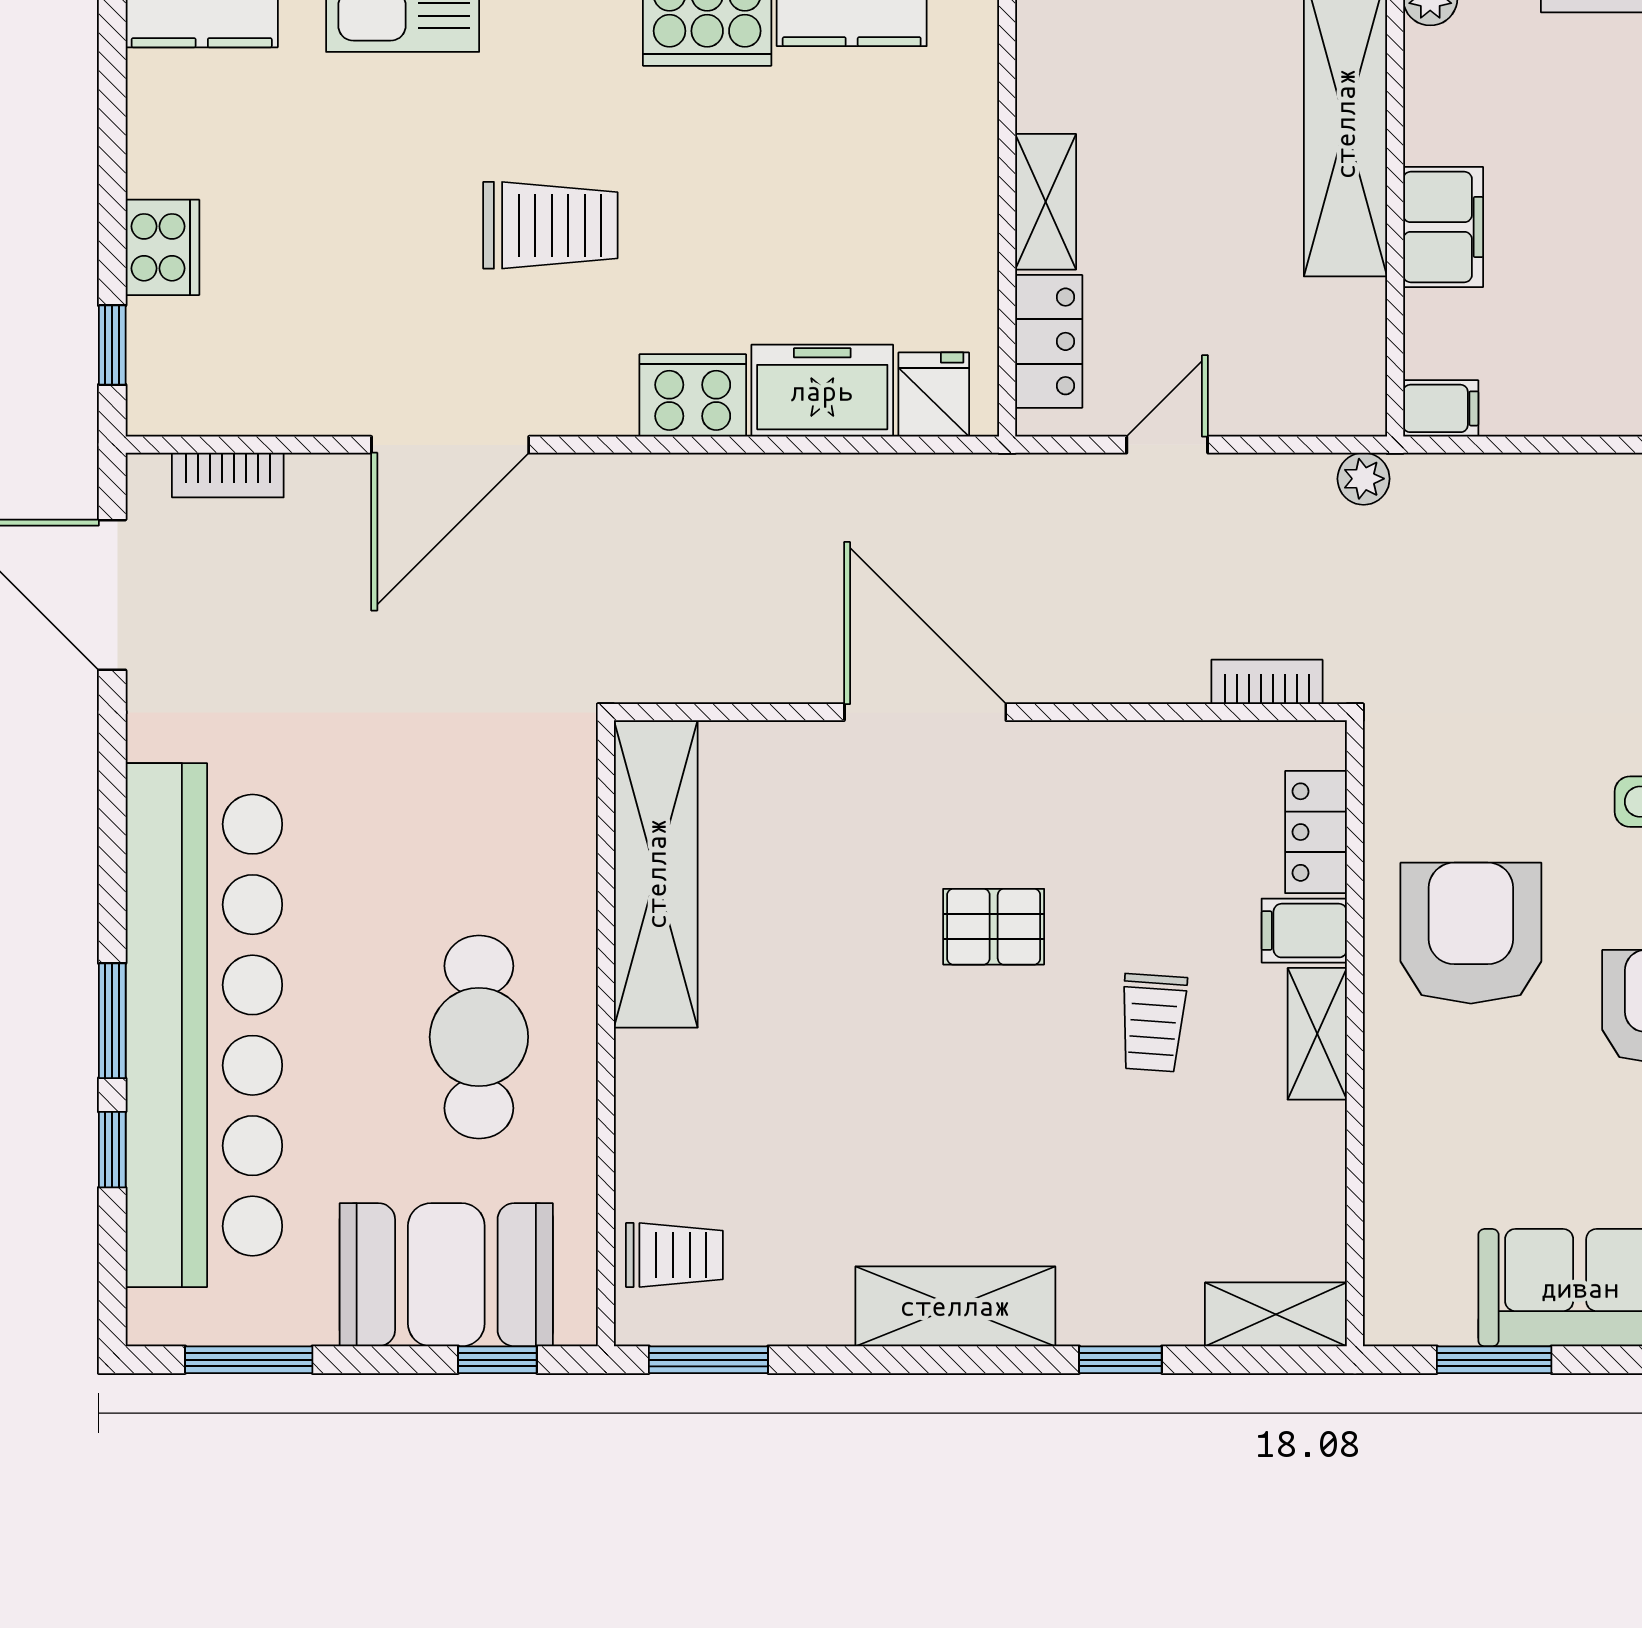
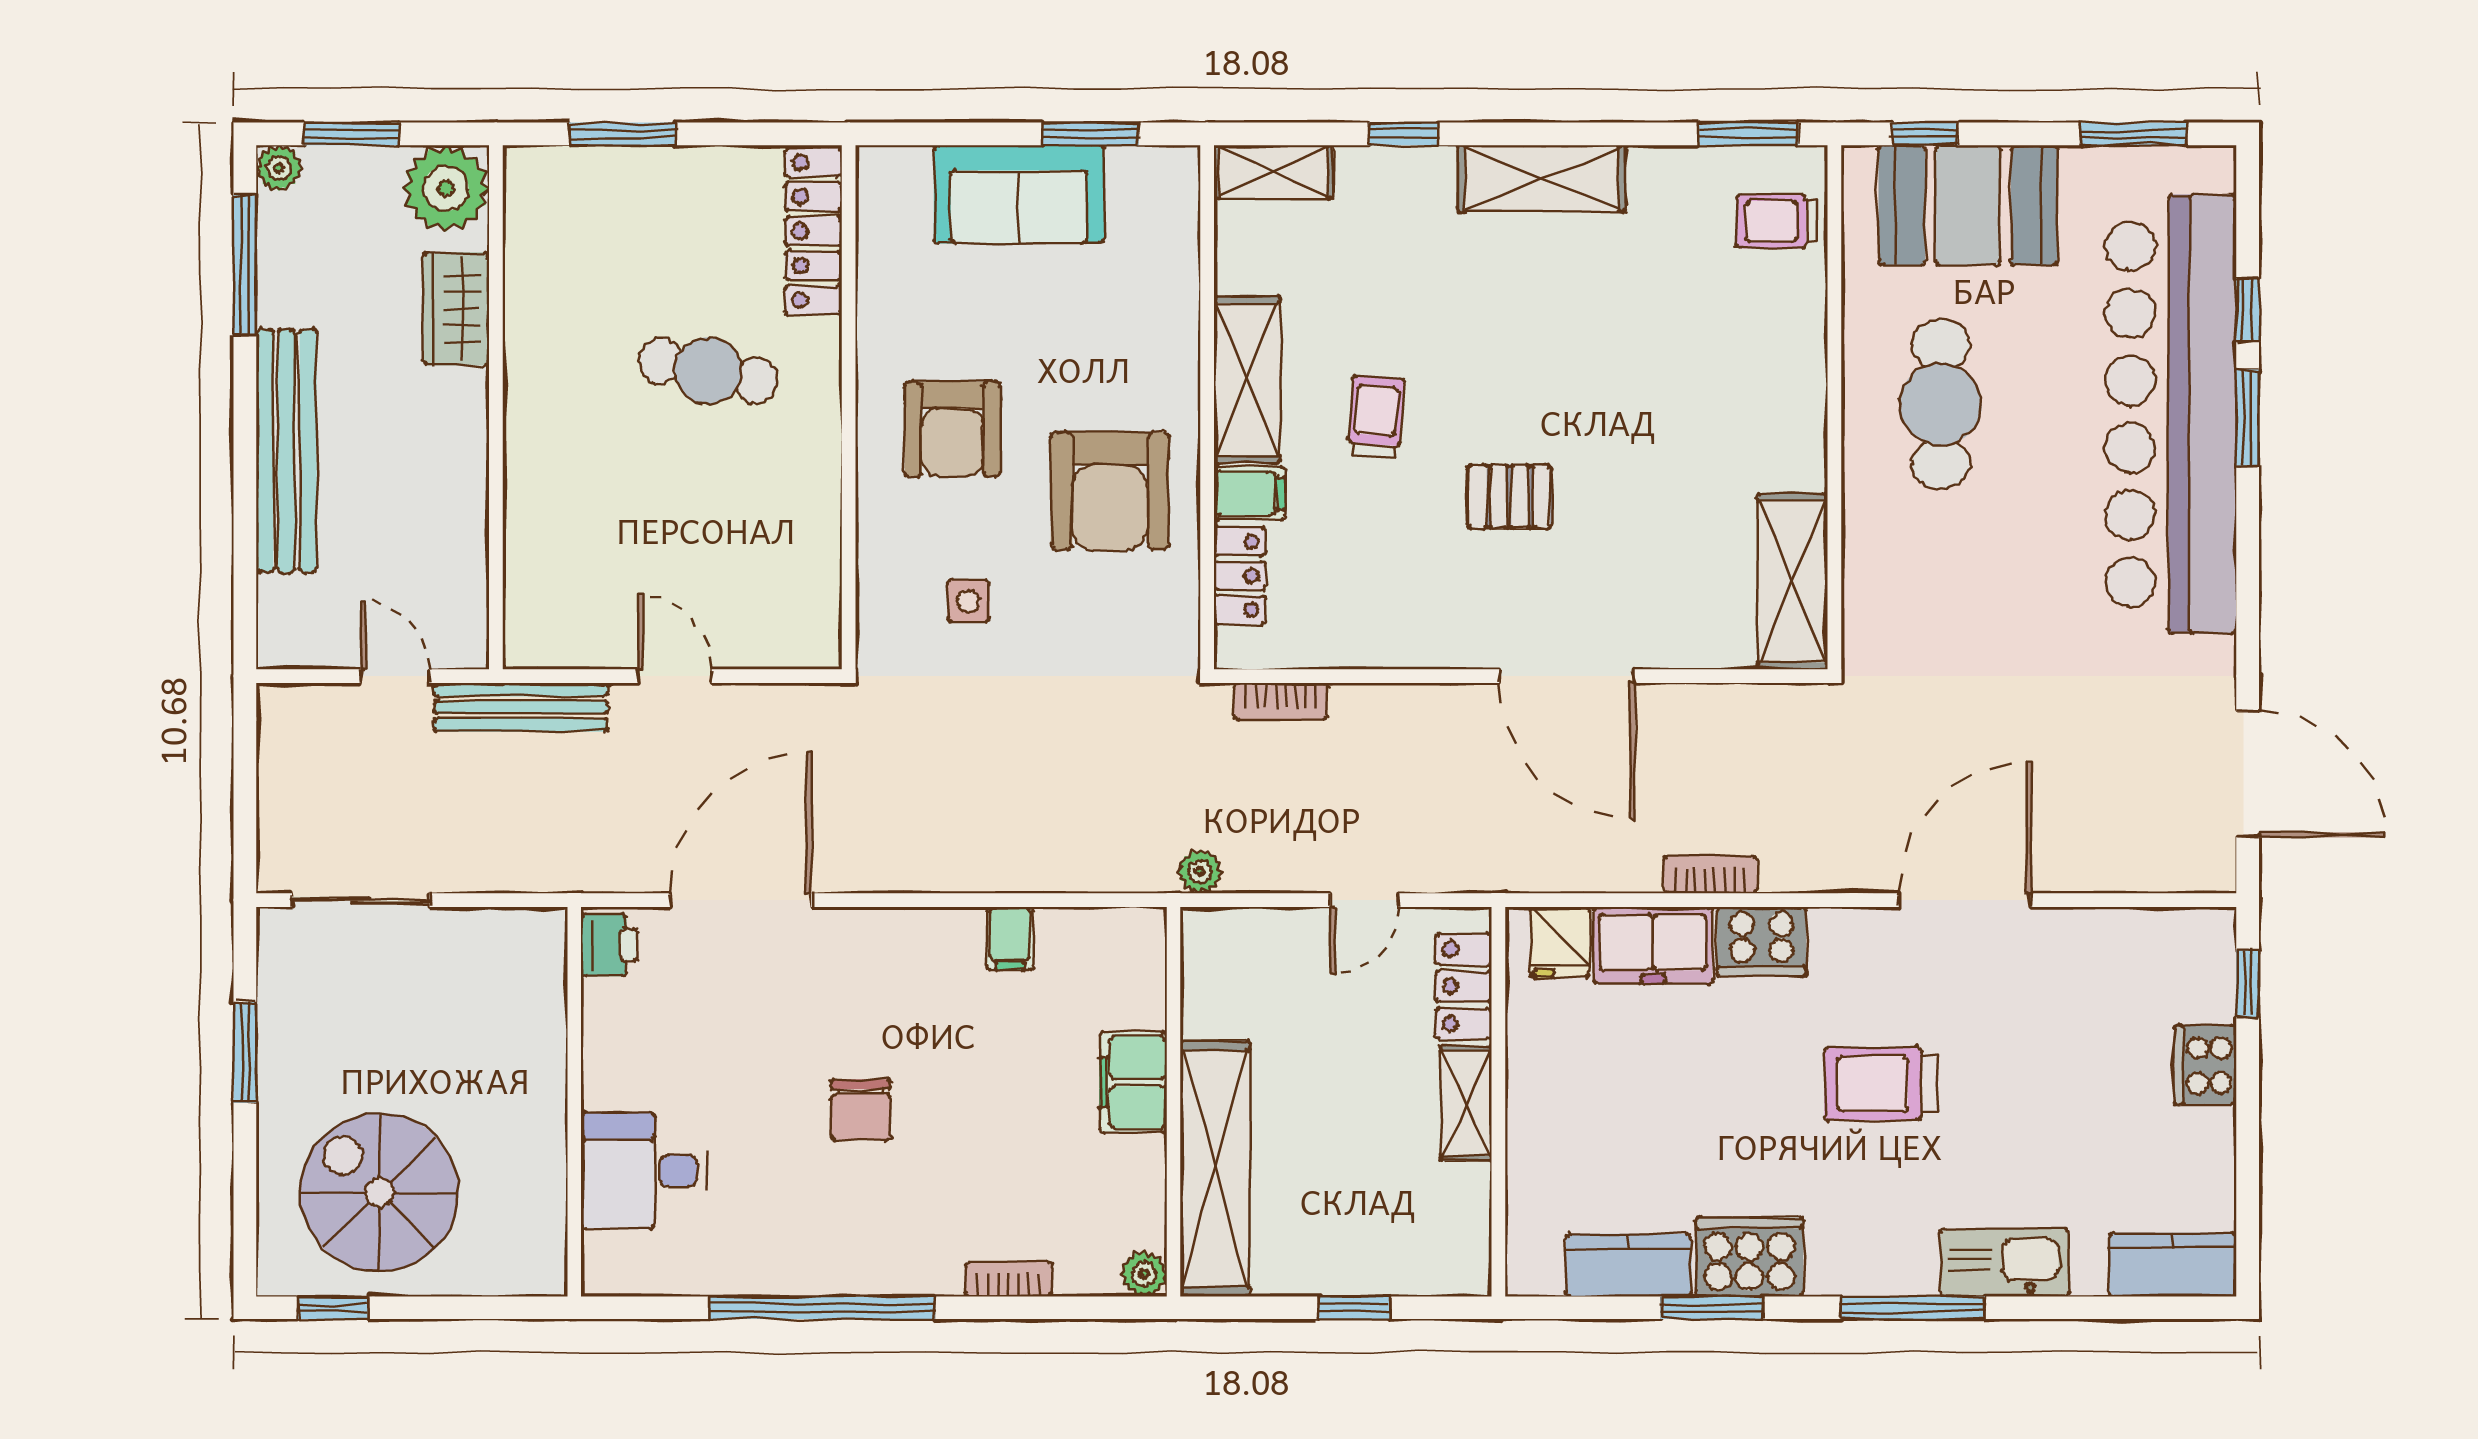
filing cabinet: (1441, 408) -> (1010, 938), moved, turned -90
bookcase: (228, 475) -> (1710, 875), moved
shelving: (656, 874) -> (1793, 582), width x0.68
shelving: (1317, 1034) -> (1247, 379), width x1.50, depth x1.33

